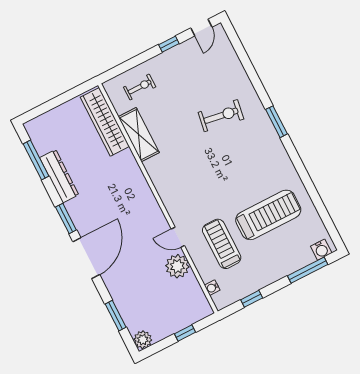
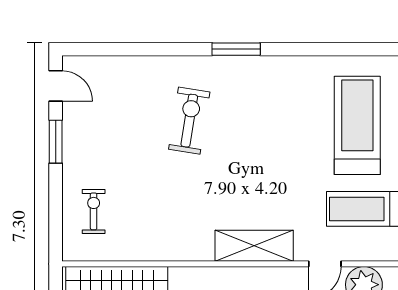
window: (169, 44) -> (56, 142), width x1.50
shelving: (139, 135) -> (254, 246), moved

